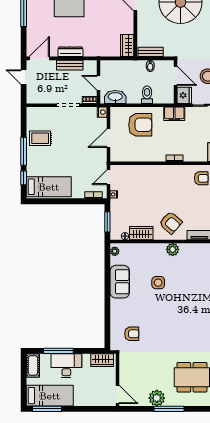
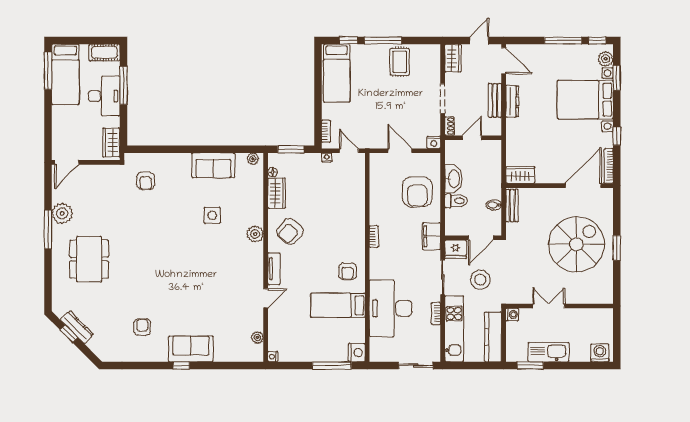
wardrobe: (37, 97) -> (453, 58), added
washbasin: (115, 97) -> (453, 179), moved

